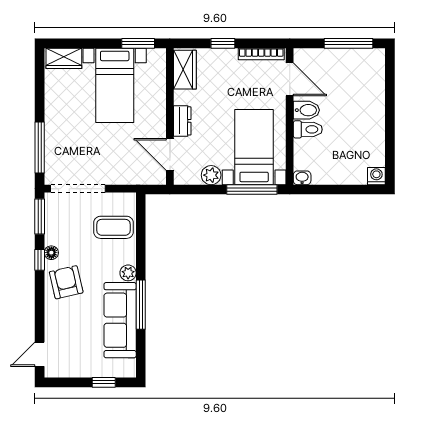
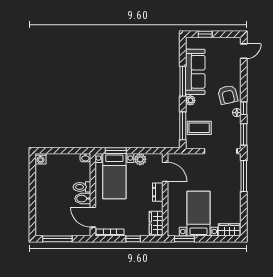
window: (252, 190) -> (116, 151), width x0.69
window: (141, 230) -> (183, 126), added

